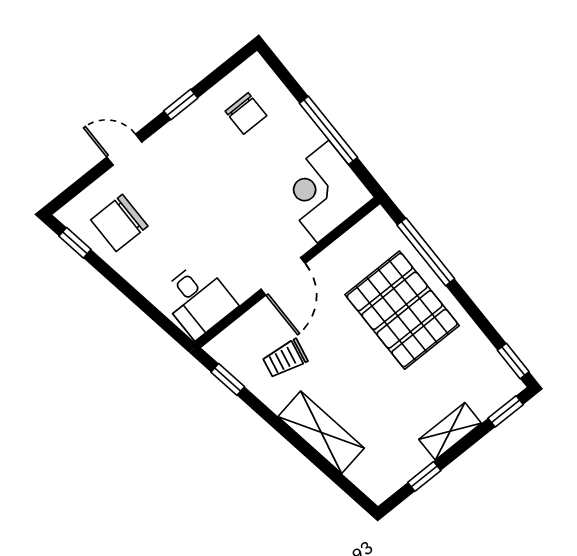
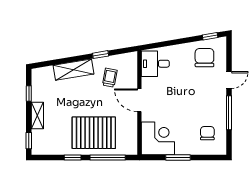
window: (181, 104) -> (229, 113), width x2.17
chair: (246, 113) -> (207, 133), turned 90
window: (328, 130) -> (178, 158), width x0.69
window: (513, 361) -> (73, 158), moved
window: (228, 379) -> (101, 55), moved

